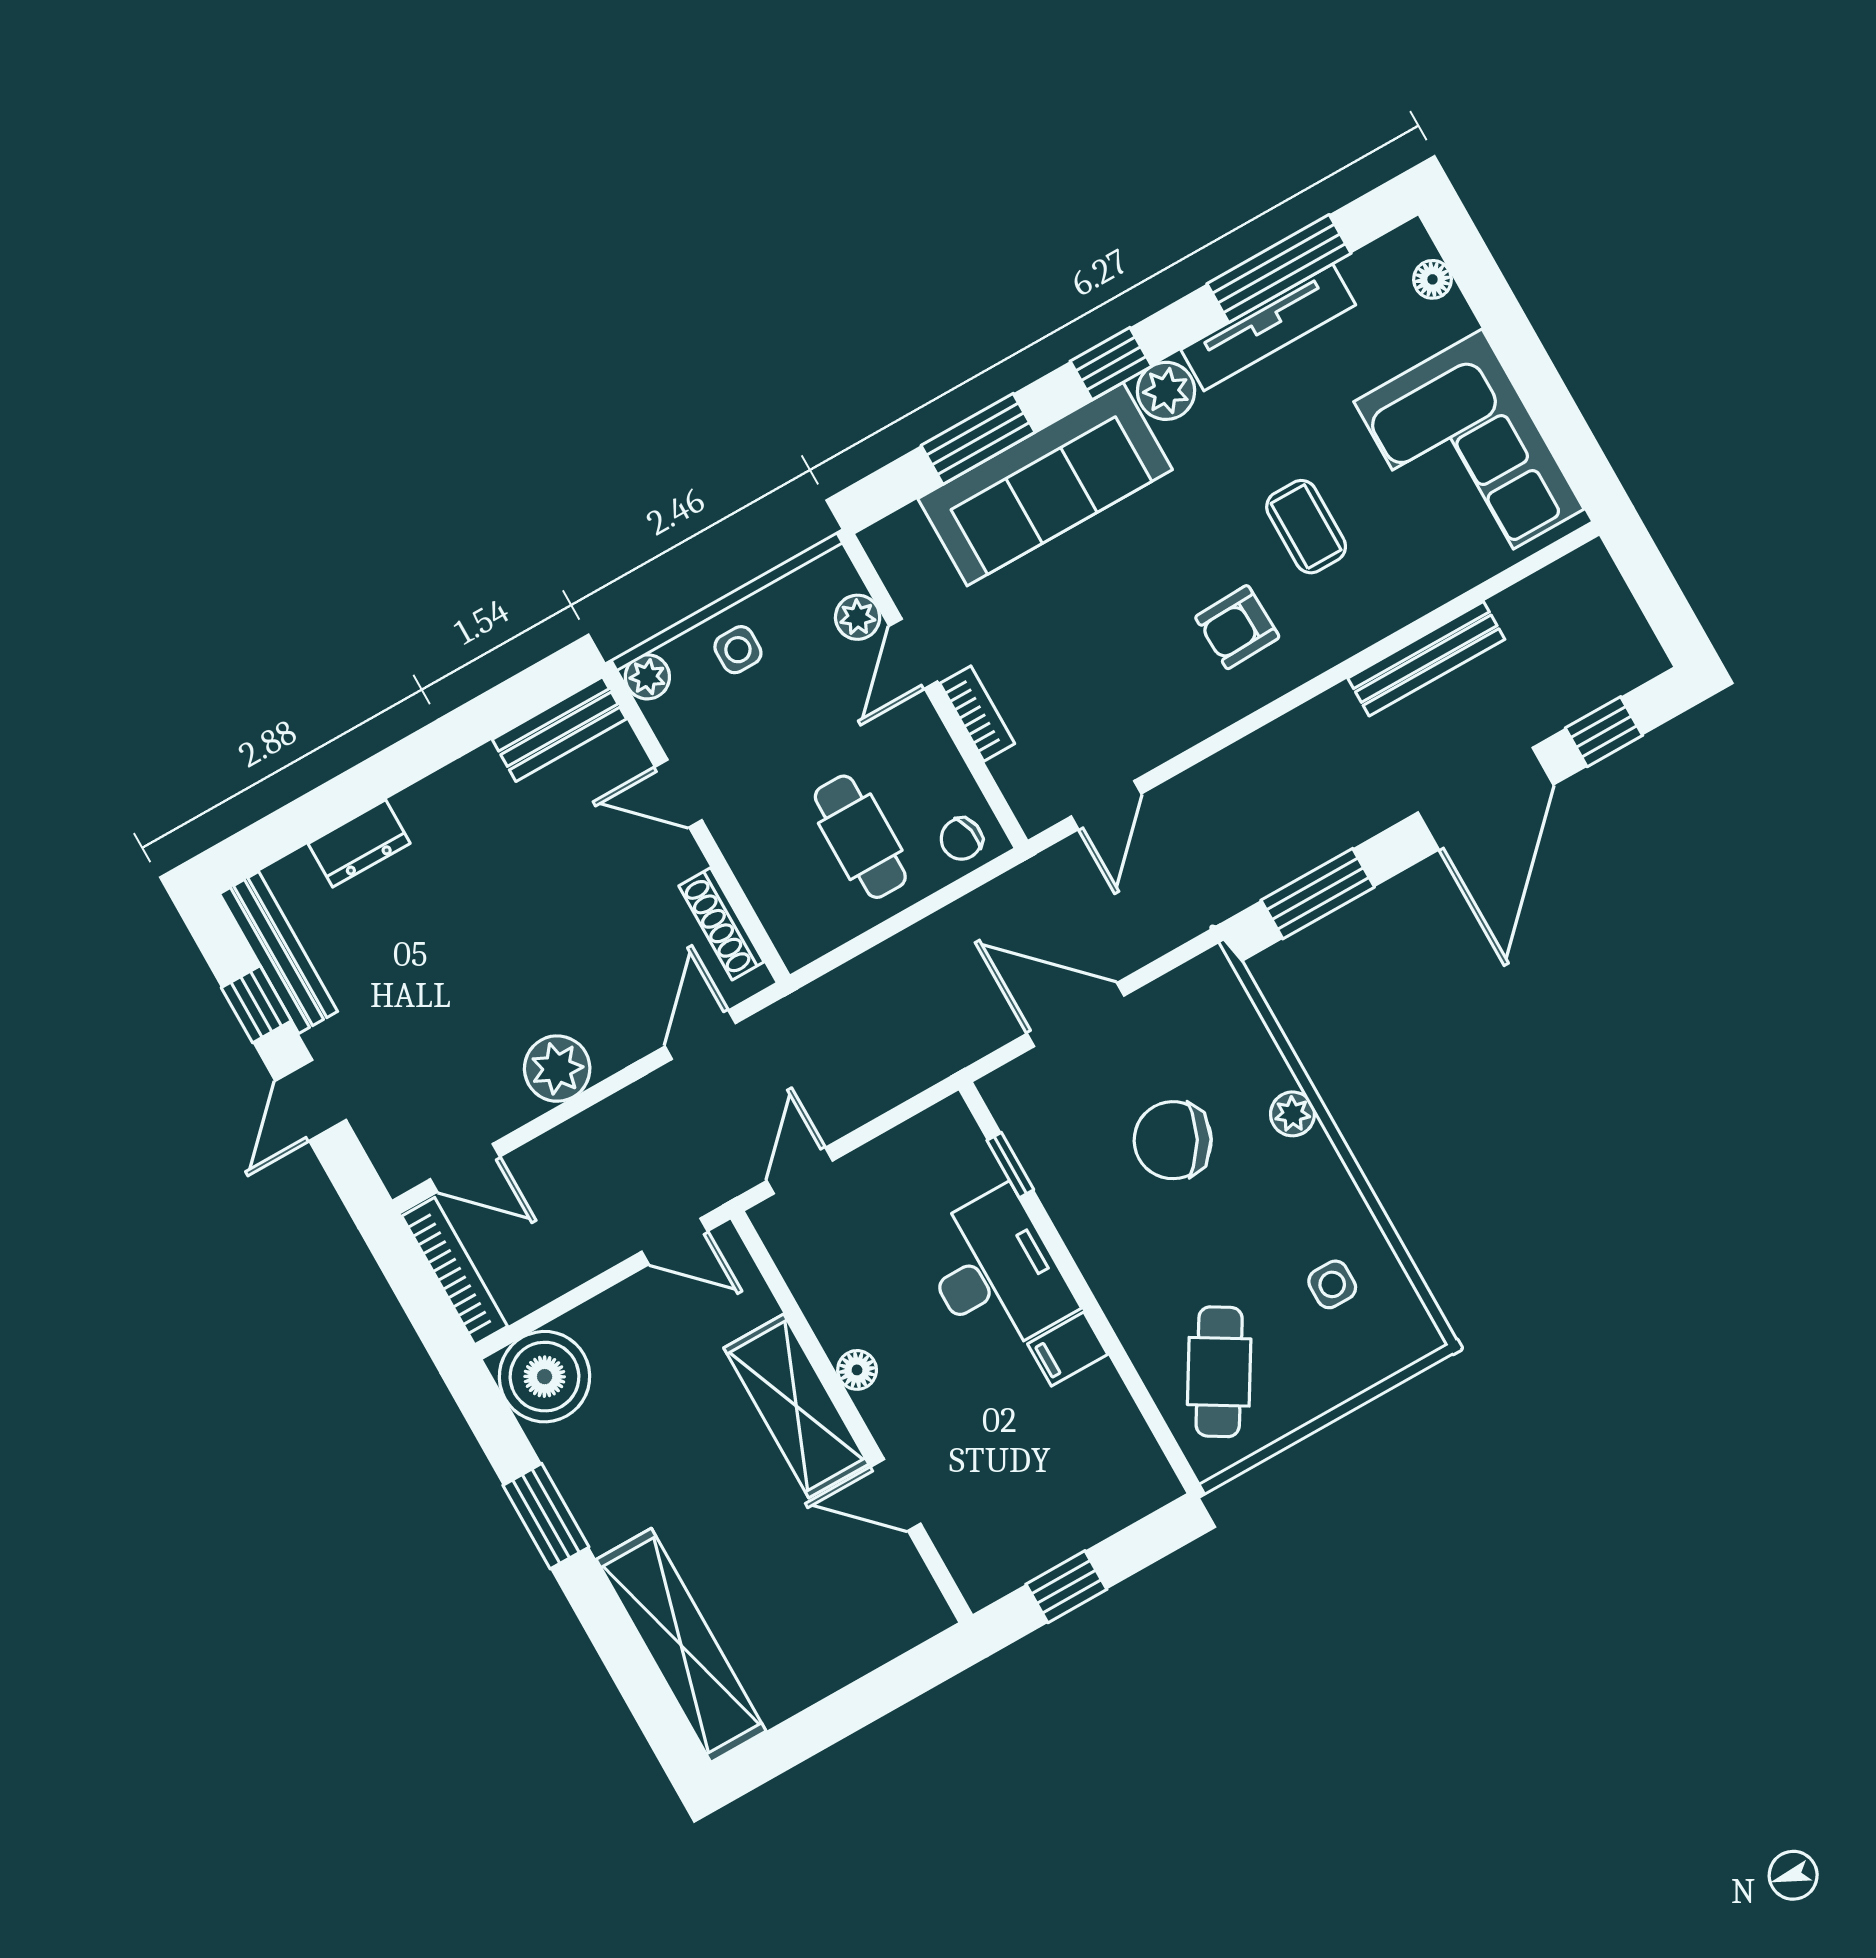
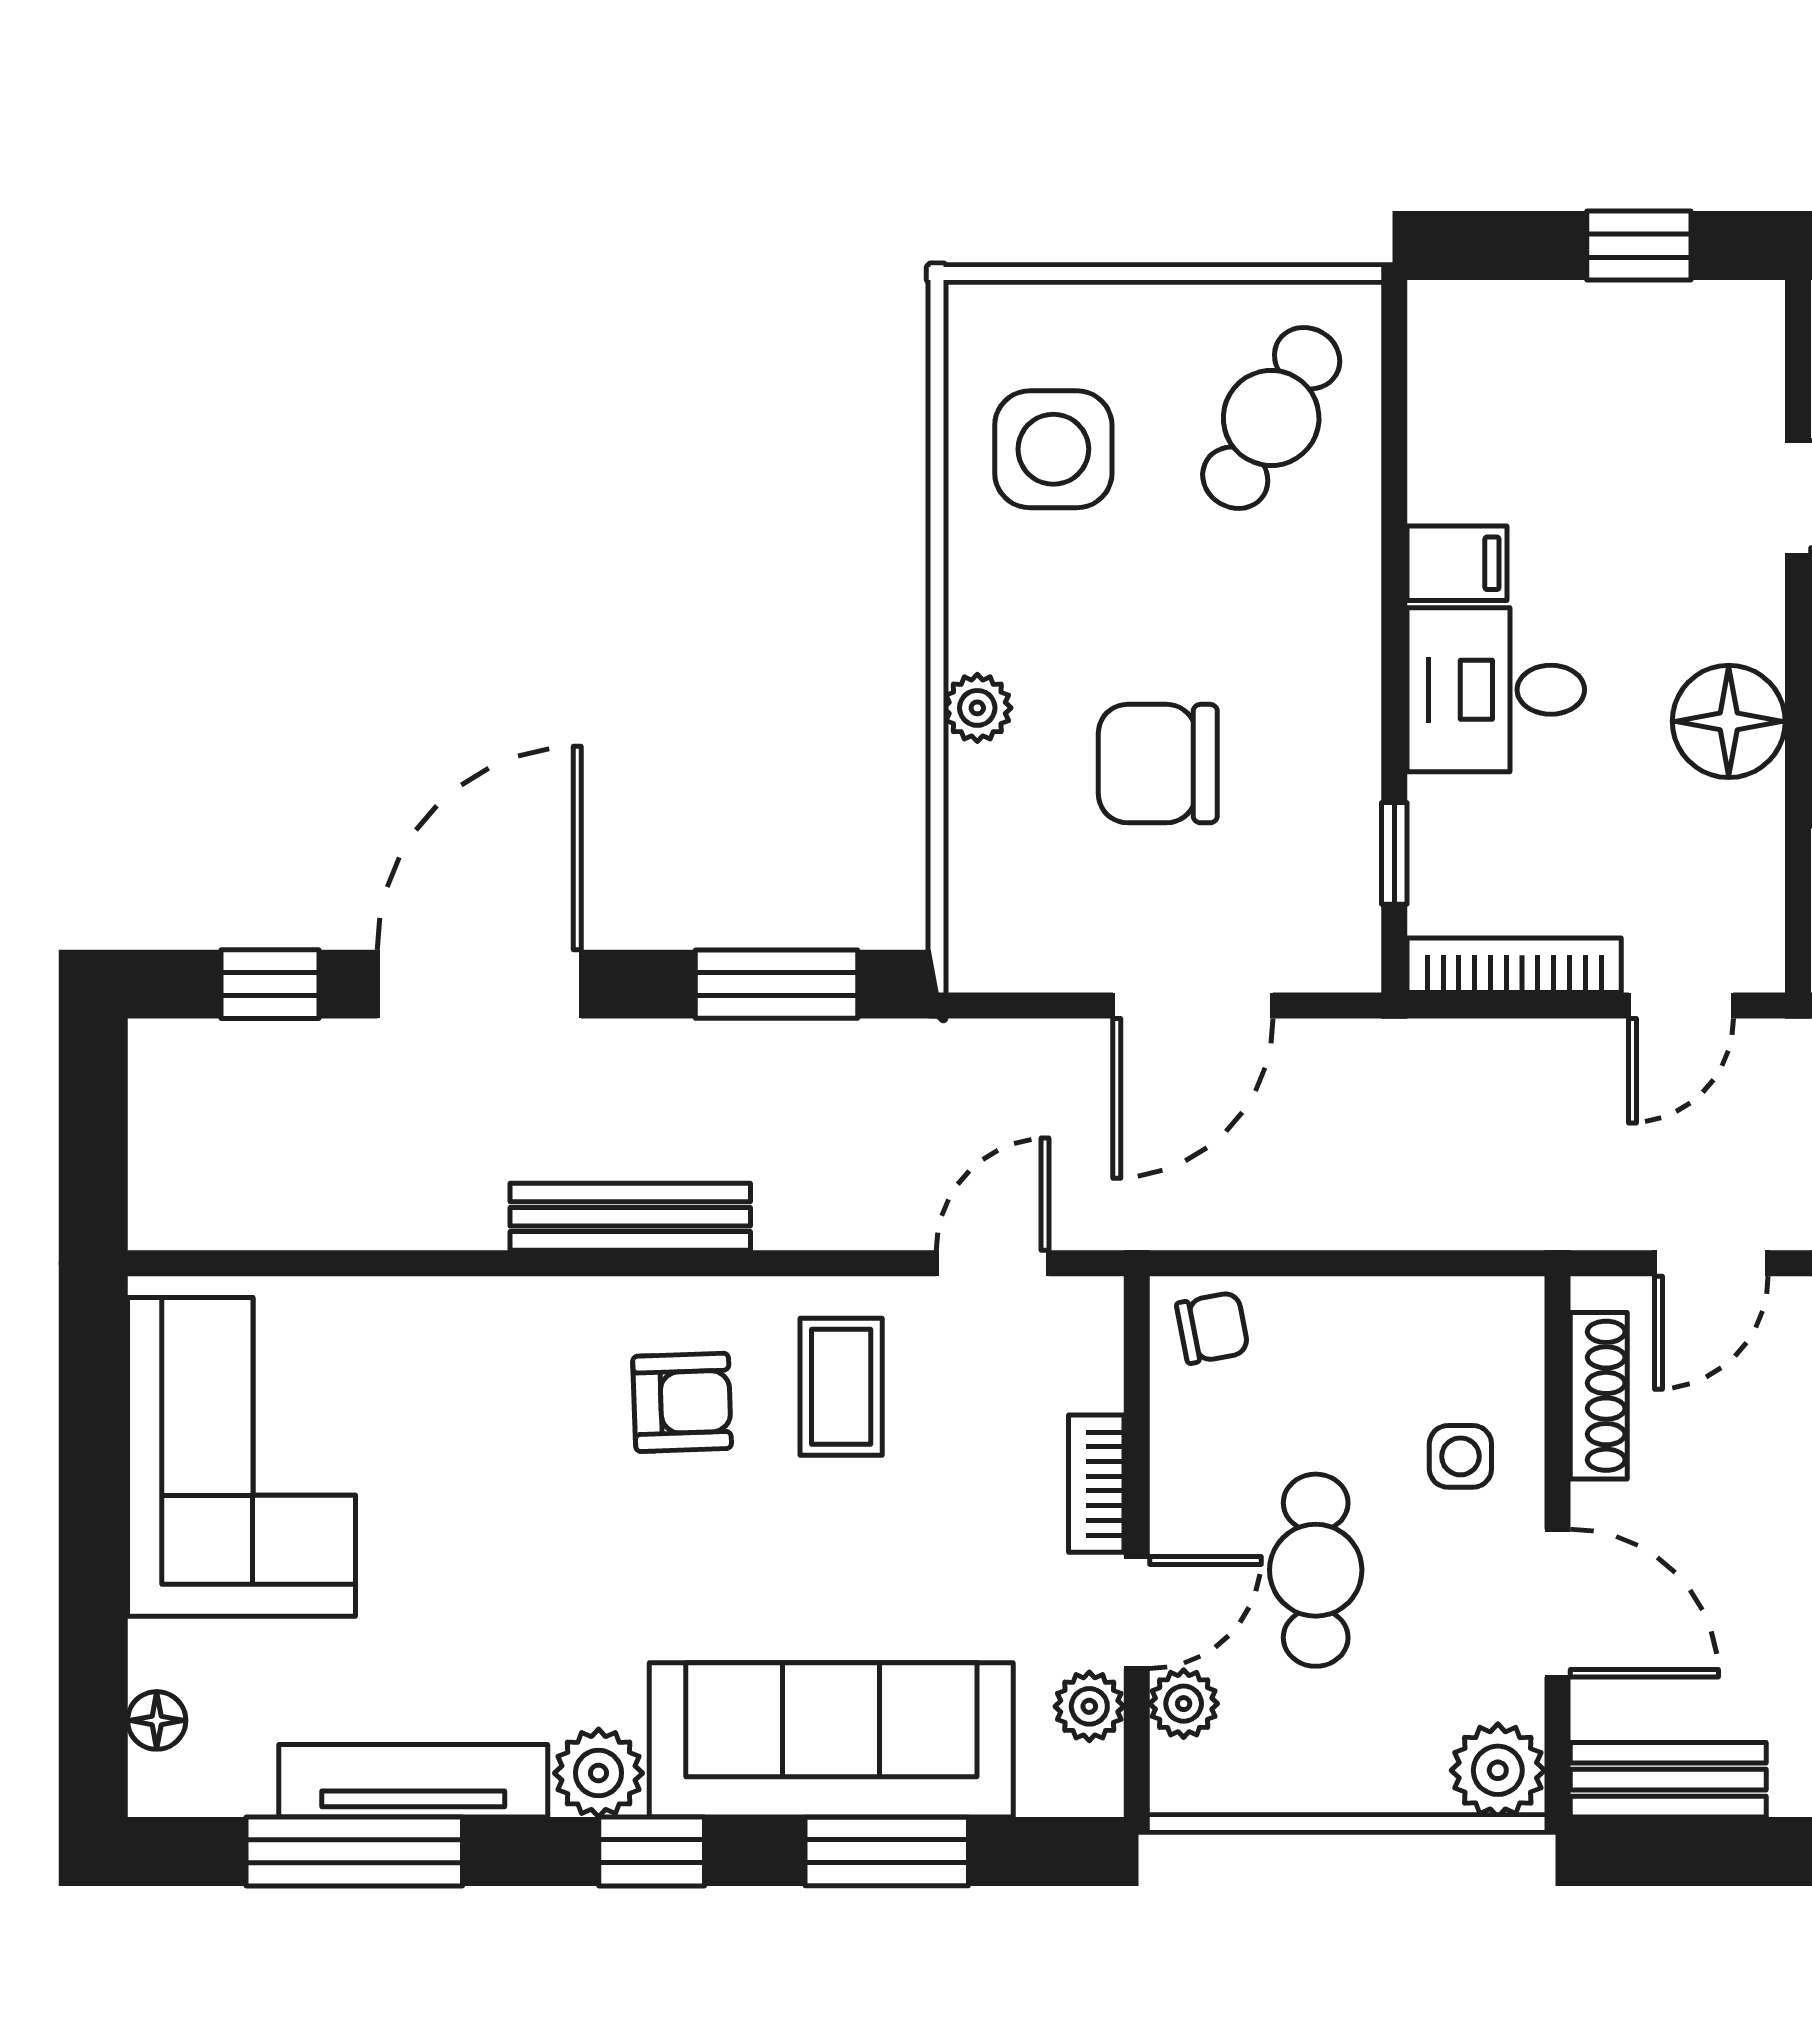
coffee table: (1306, 527) -> (841, 1387), moved
plant: (910, 586) -> (1089, 1706), added
side table: (738, 650) -> (1460, 1456), moved
bench: (1426, 659) -> (630, 1217), moved
plant: (647, 677) -> (1498, 1770), width x1.38, depth x1.38
door: (678, 794) -> (1557, 1603), width x1.38
cafe table: (860, 837) -> (1316, 1570), moved
door: (1076, 1015) -> (1193, 1006), hinge flipped
bookcase: (907, 1140) -> (1514, 965), added
chair: (1173, 1140) -> (1158, 764), turned 152
desk: (995, 1273) -> (1496, 690), width x0.73
side table: (1332, 1284) -> (1053, 449), width x1.87, depth x1.87
floor lamp: (857, 1370) -> (1729, 721), width x1.89, depth x1.89

